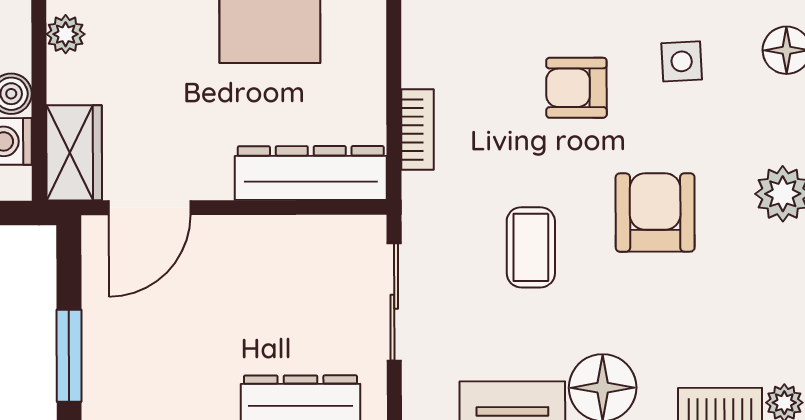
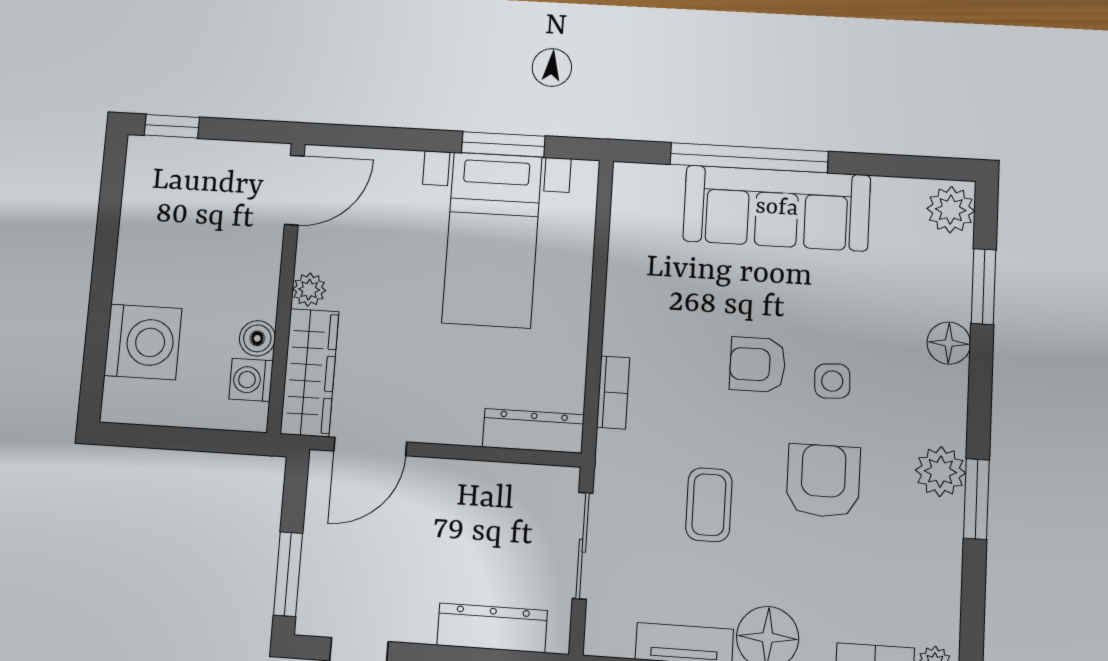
side table: (682, 61) -> (832, 381), moved
wardrobe: (74, 153) -> (310, 373), width x1.50
dresser: (311, 173) -> (533, 431), width x0.73, depth x0.80

